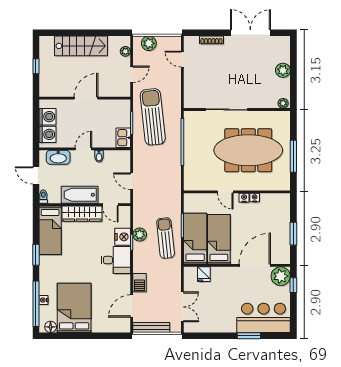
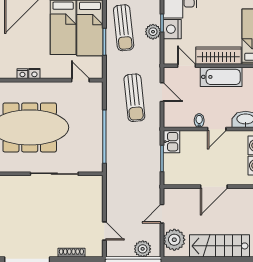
plant: (125, 51) -> (174, 240), width x1.87, depth x1.87
sun lounger: (153, 117) -> (134, 98), moved, width x0.73, depth x0.75
door: (225, 192) -> (80, 80), moved

